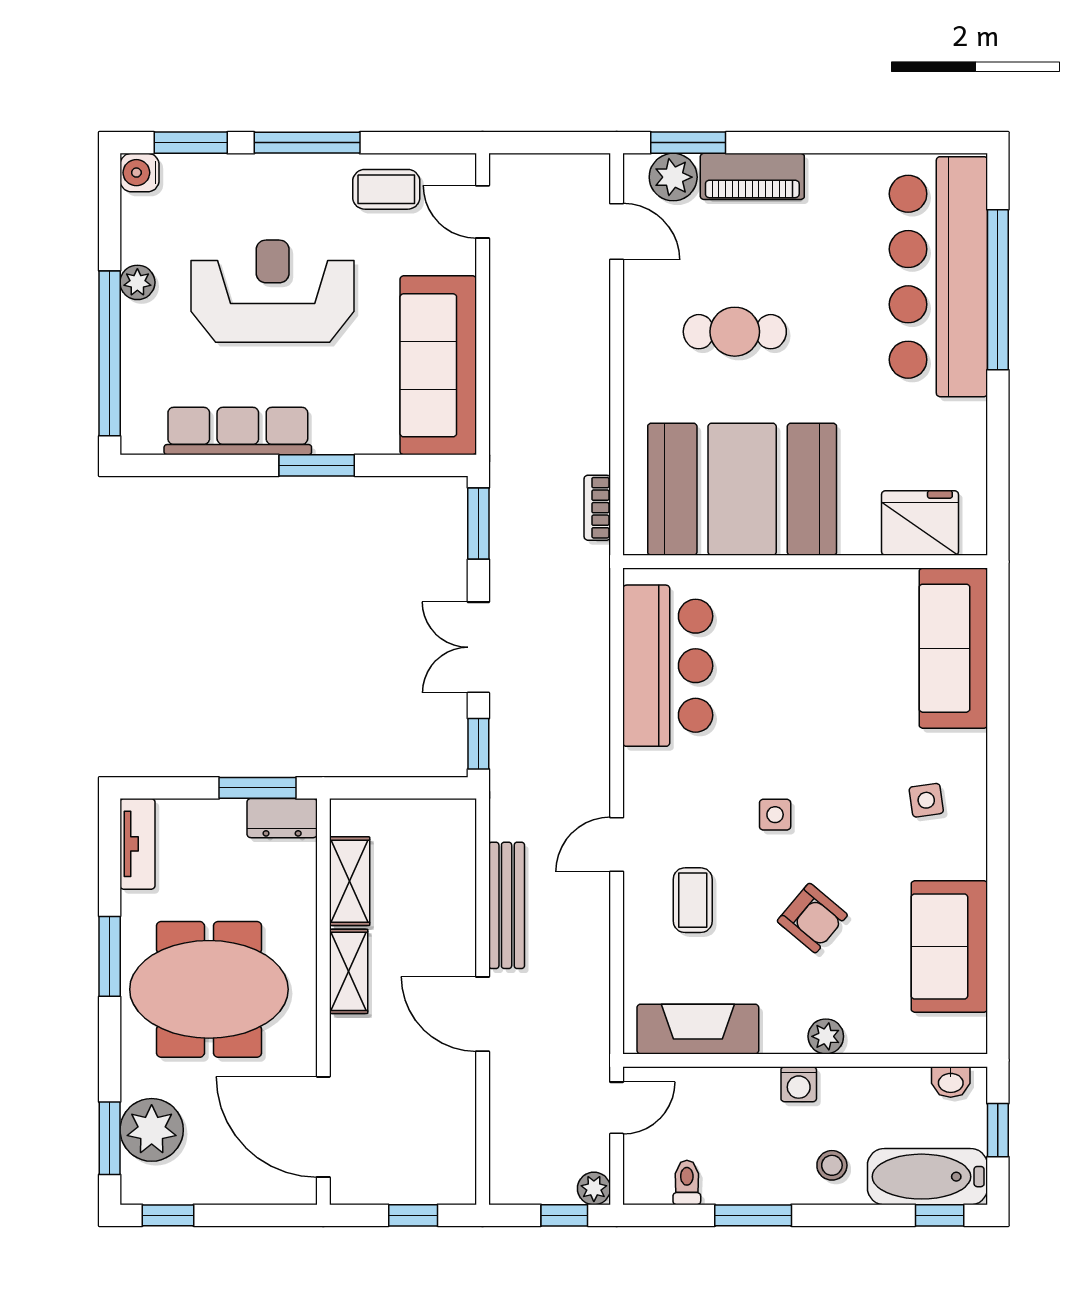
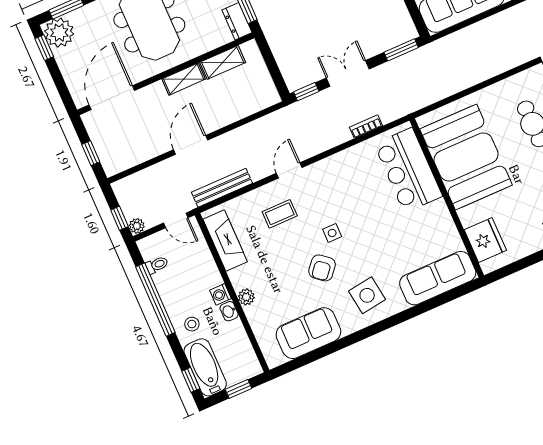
bookcase: (597, 508) -> (366, 127), moved
bar counter: (668, 666) -> (408, 170), moved, turned 90
side table: (926, 800) -> (367, 295), width x1.87, depth x1.87
door: (617, 845) -> (289, 170), hinge flipped
bench: (507, 905) -> (222, 188), moved
armchair: (812, 918) -> (322, 268), moved
washbasin: (951, 1082) -> (229, 311), moved
plant: (152, 1130) -> (59, 33), moved
window: (753, 1215) -> (155, 300), width x2.11

